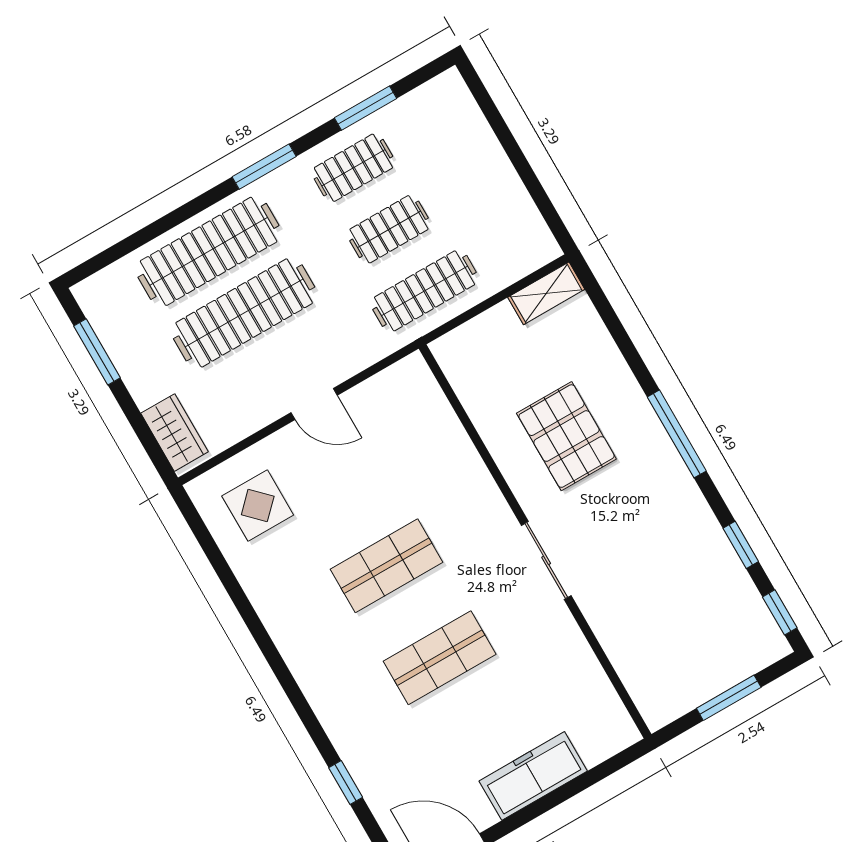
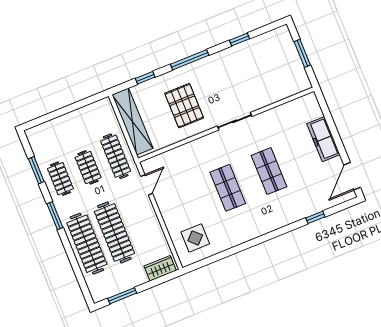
shelving: (546, 293) -> (132, 121), width x2.20, depth x1.33
door: (314, 404) -> (147, 185), moved
pallet: (566, 436) -> (184, 106), turned 90
window: (780, 612) -> (145, 78), moved

